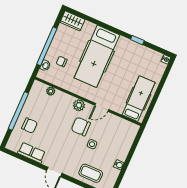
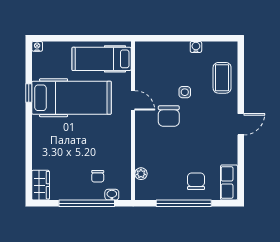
hospital bed: (97, 56) -> (71, 98), moved
plant: (79, 105) -> (143, 130), removed
row of seats: (31, 153) -> (229, 182), moved

